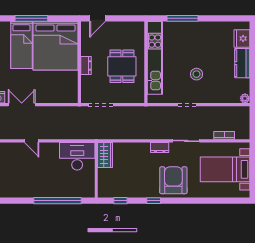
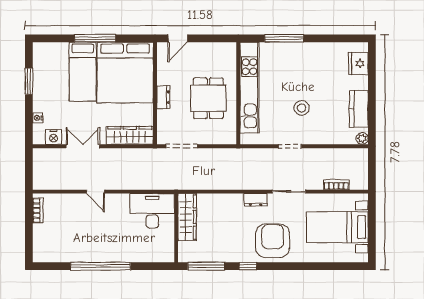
kitchen counter: (242, 63) -> (359, 109), moved
wardrobe: (59, 96) -> (130, 135), added
wardrobe: (105, 155) -> (187, 217), width x1.50
window: (58, 201) -> (101, 266), moved
window: (120, 201) -> (206, 266), width x2.17

